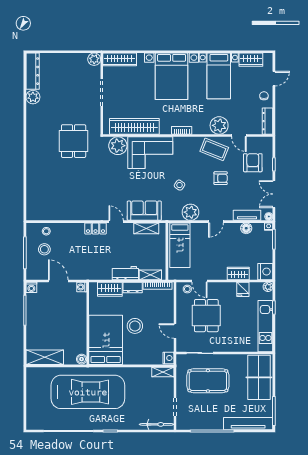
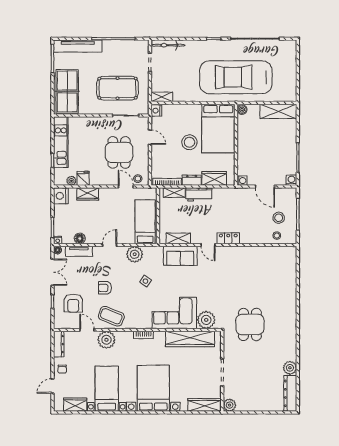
plant: (268, 287) -> (71, 181), moved

